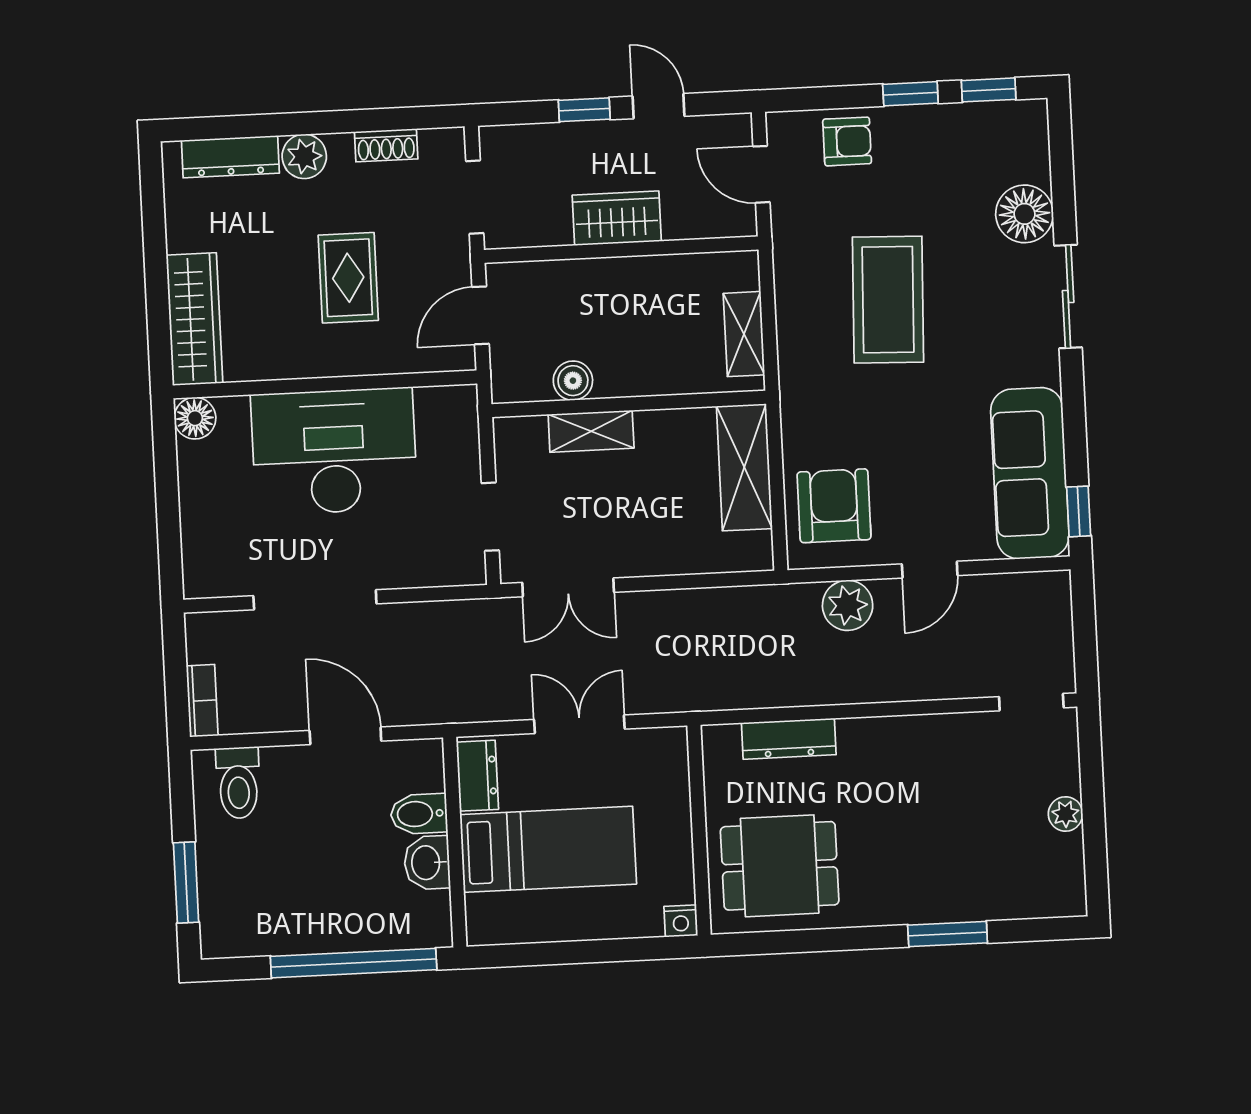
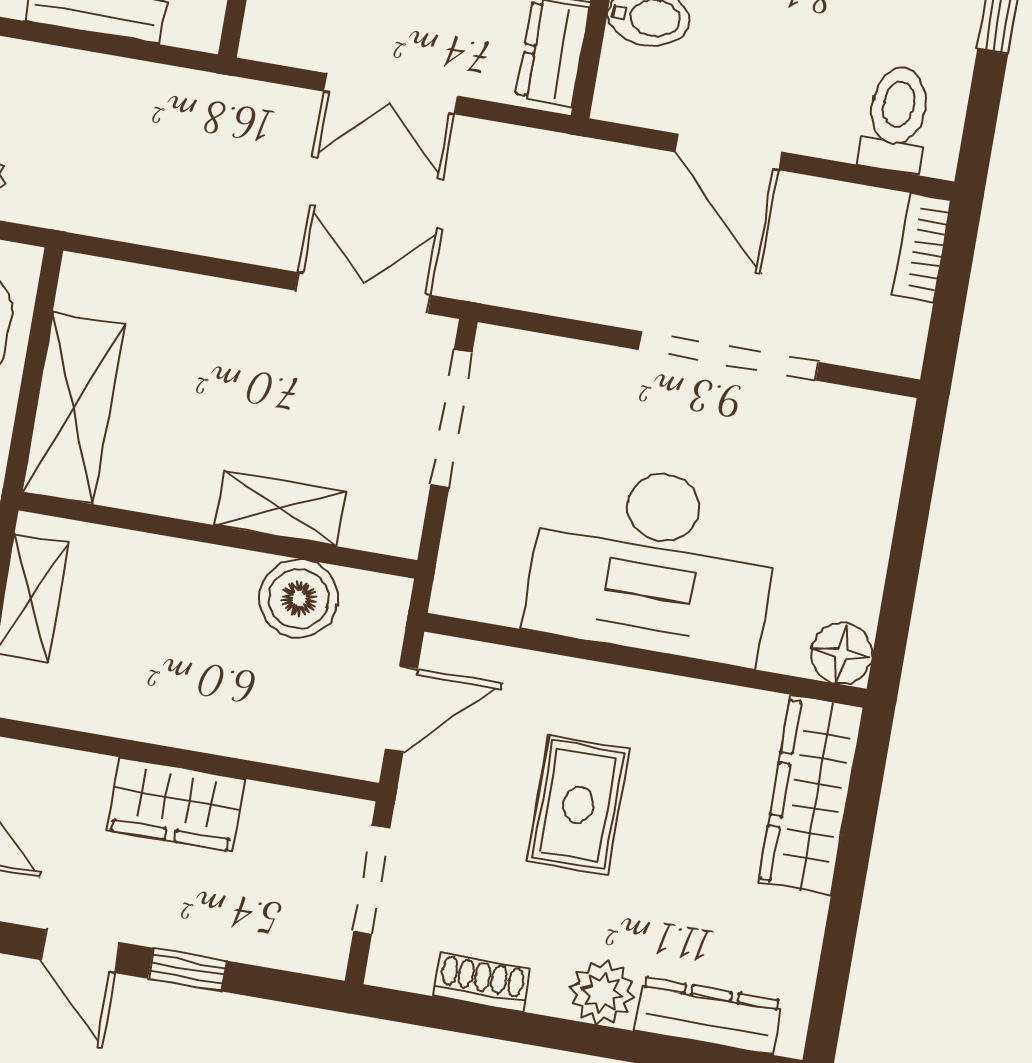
boiler: (573, 381) -> (299, 599), width x1.36, depth x1.36
doorway: (490, 517) -> (451, 419), width x1.38

